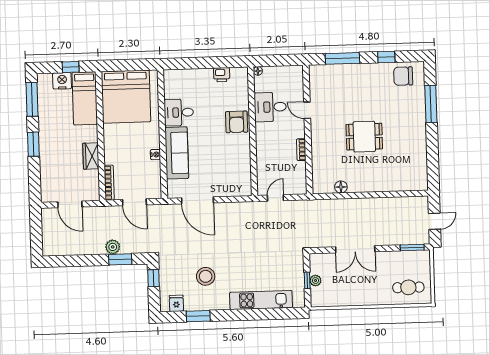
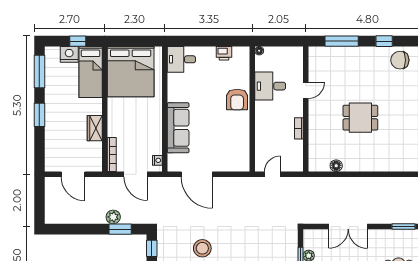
door: (307, 110) -> (306, 90), swing flipped
desk: (179, 112) -> (181, 59), moved
nightstand: (155, 155) -> (157, 160), moved

